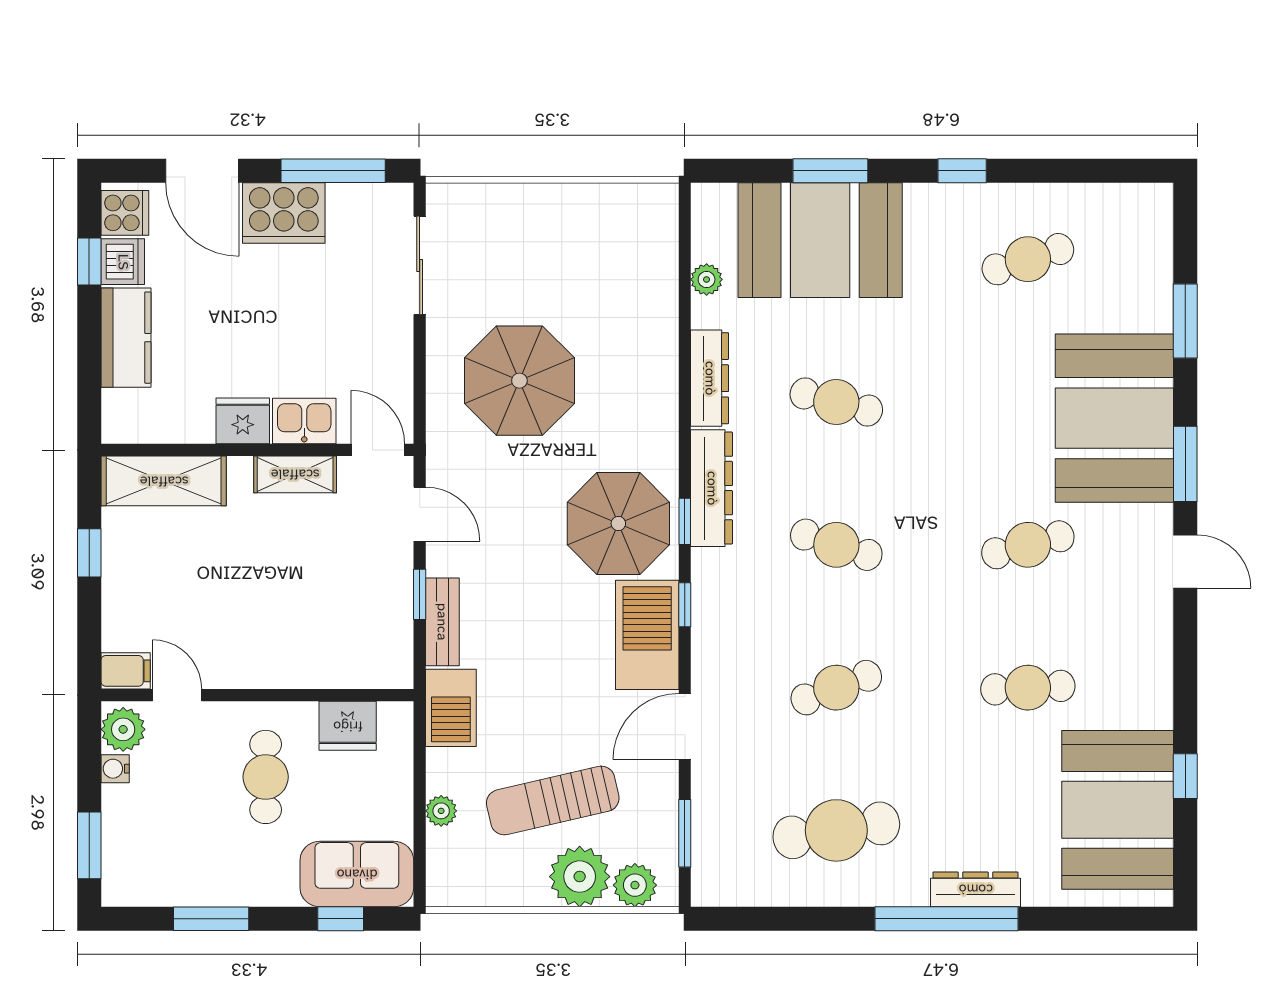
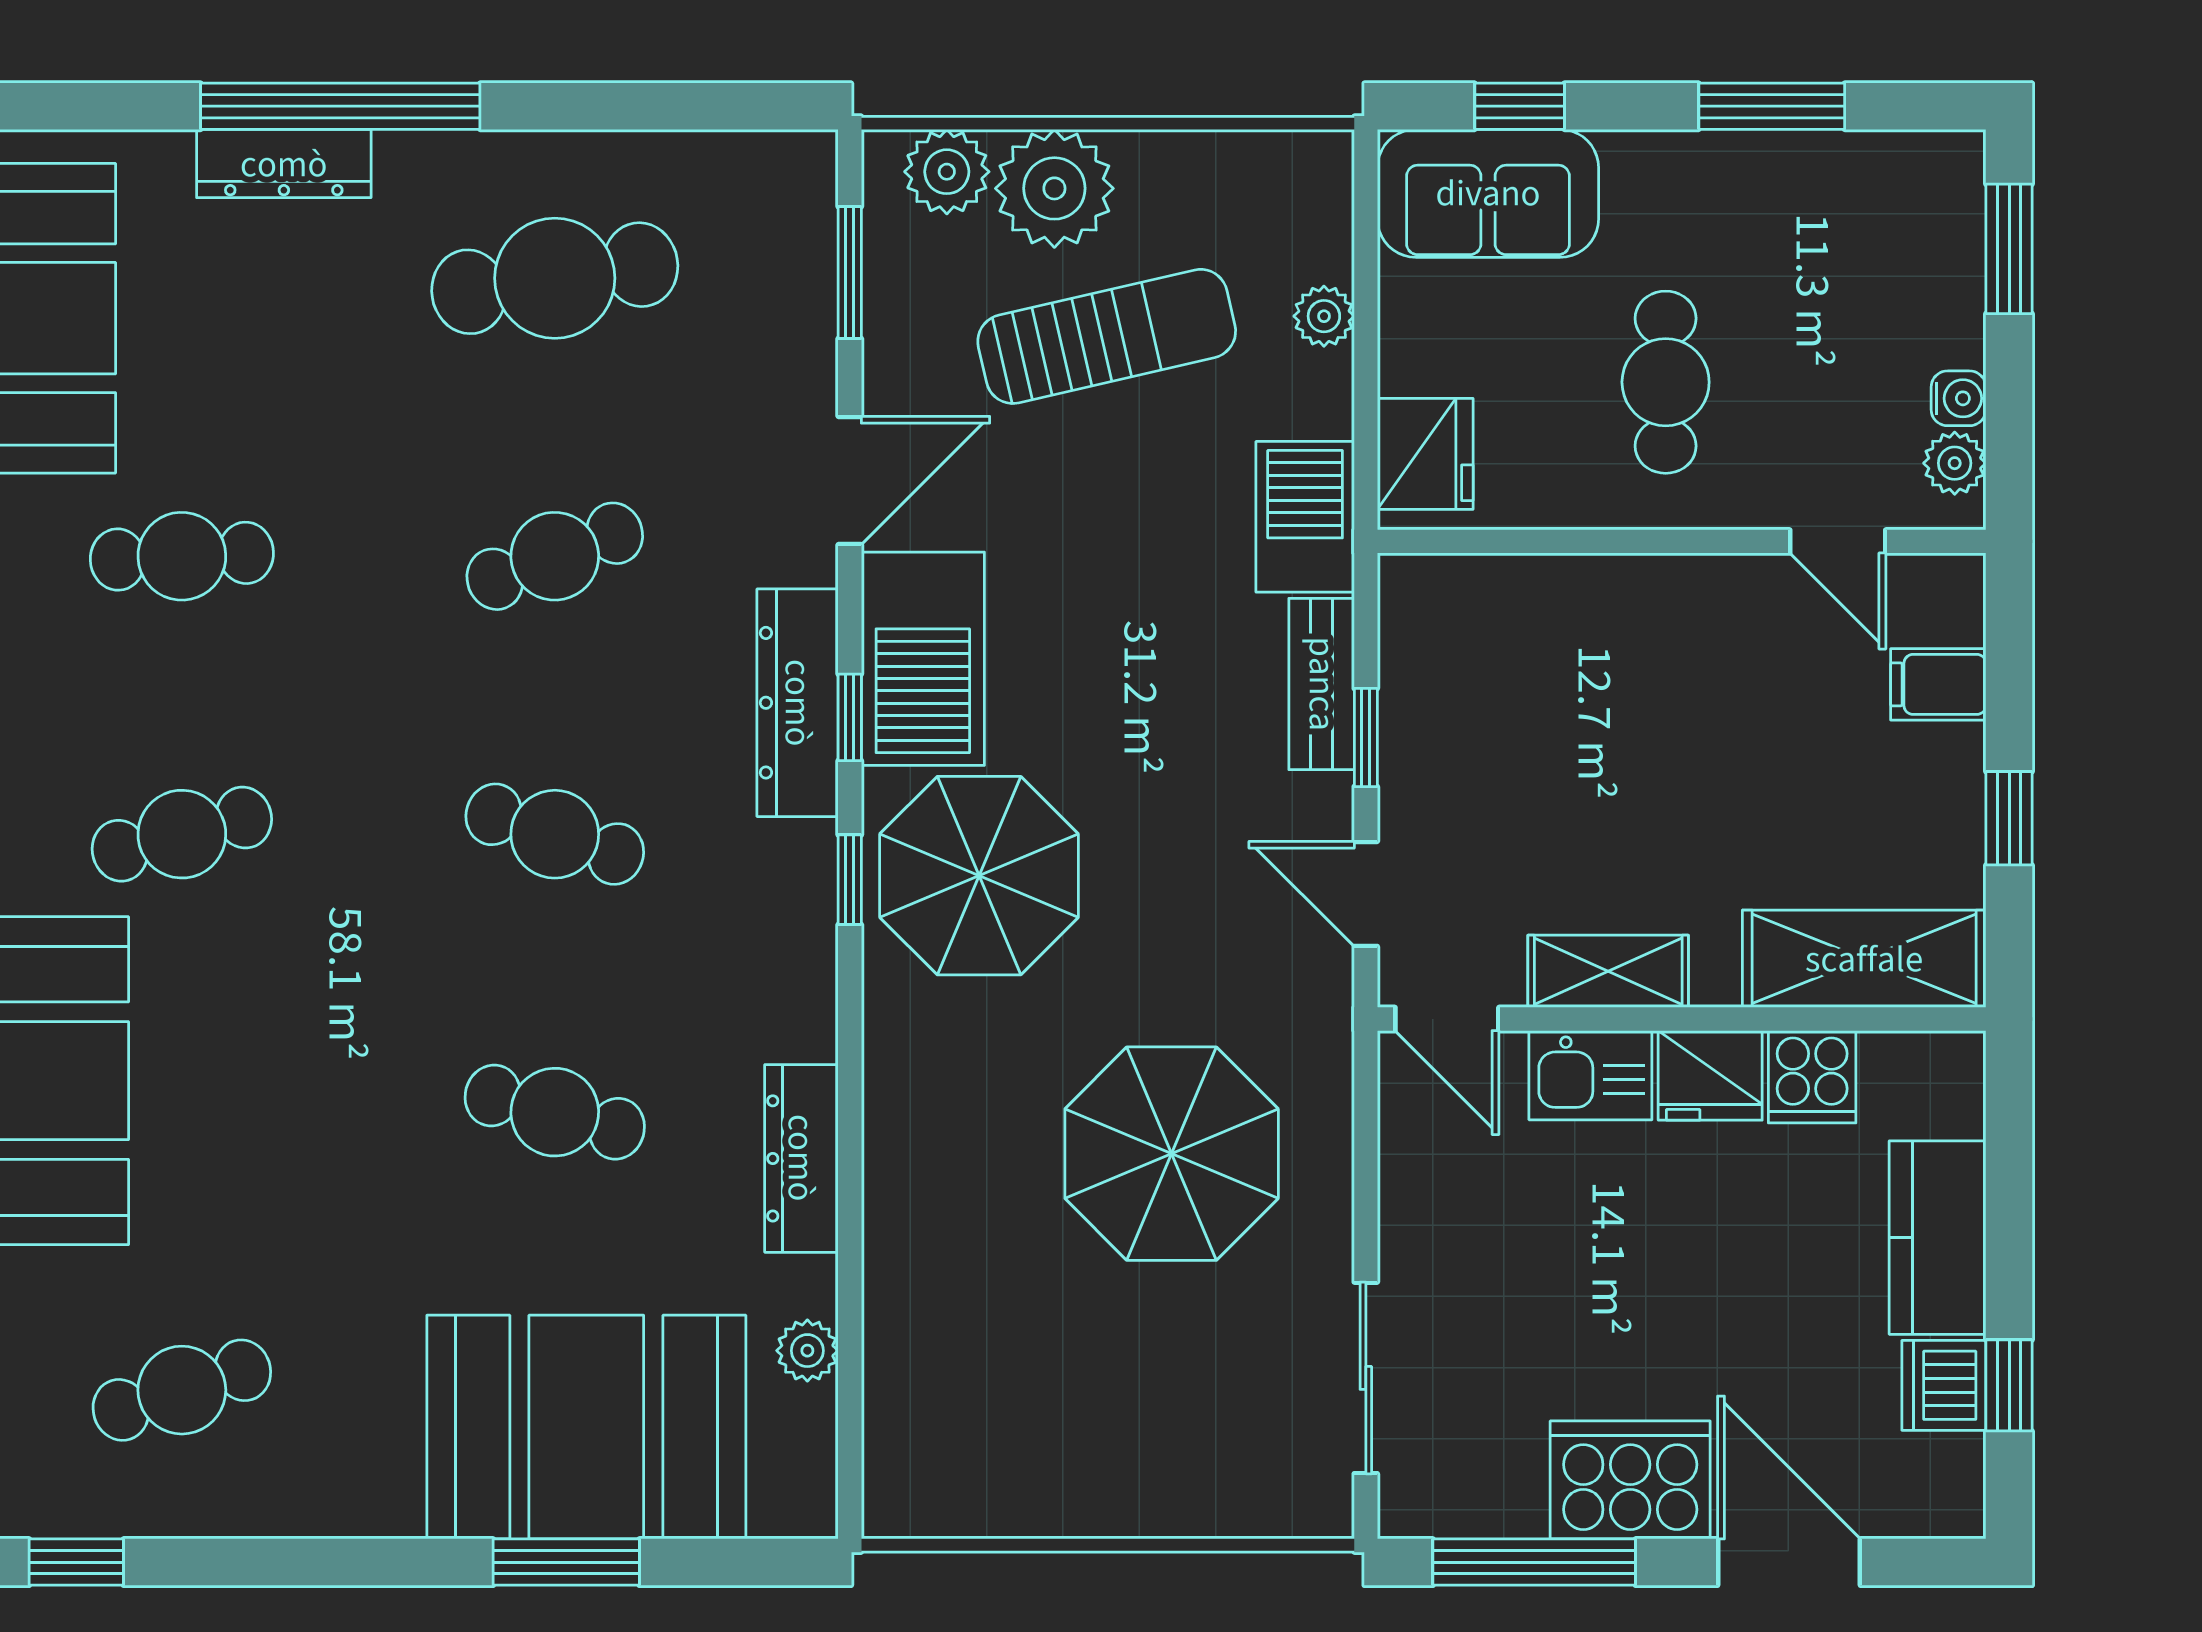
window: (962, 171) -> (76, 1562), moved
cooker: (125, 213) -> (1812, 1077), moved, turned -90
dresser: (712, 488) -> (798, 703), moved
filing cabinet: (126, 671) -> (1938, 684), moved
fridge: (348, 726) -> (1425, 454), moved, turned 90
plant: (123, 729) -> (1955, 463), width x0.73, depth x0.73

